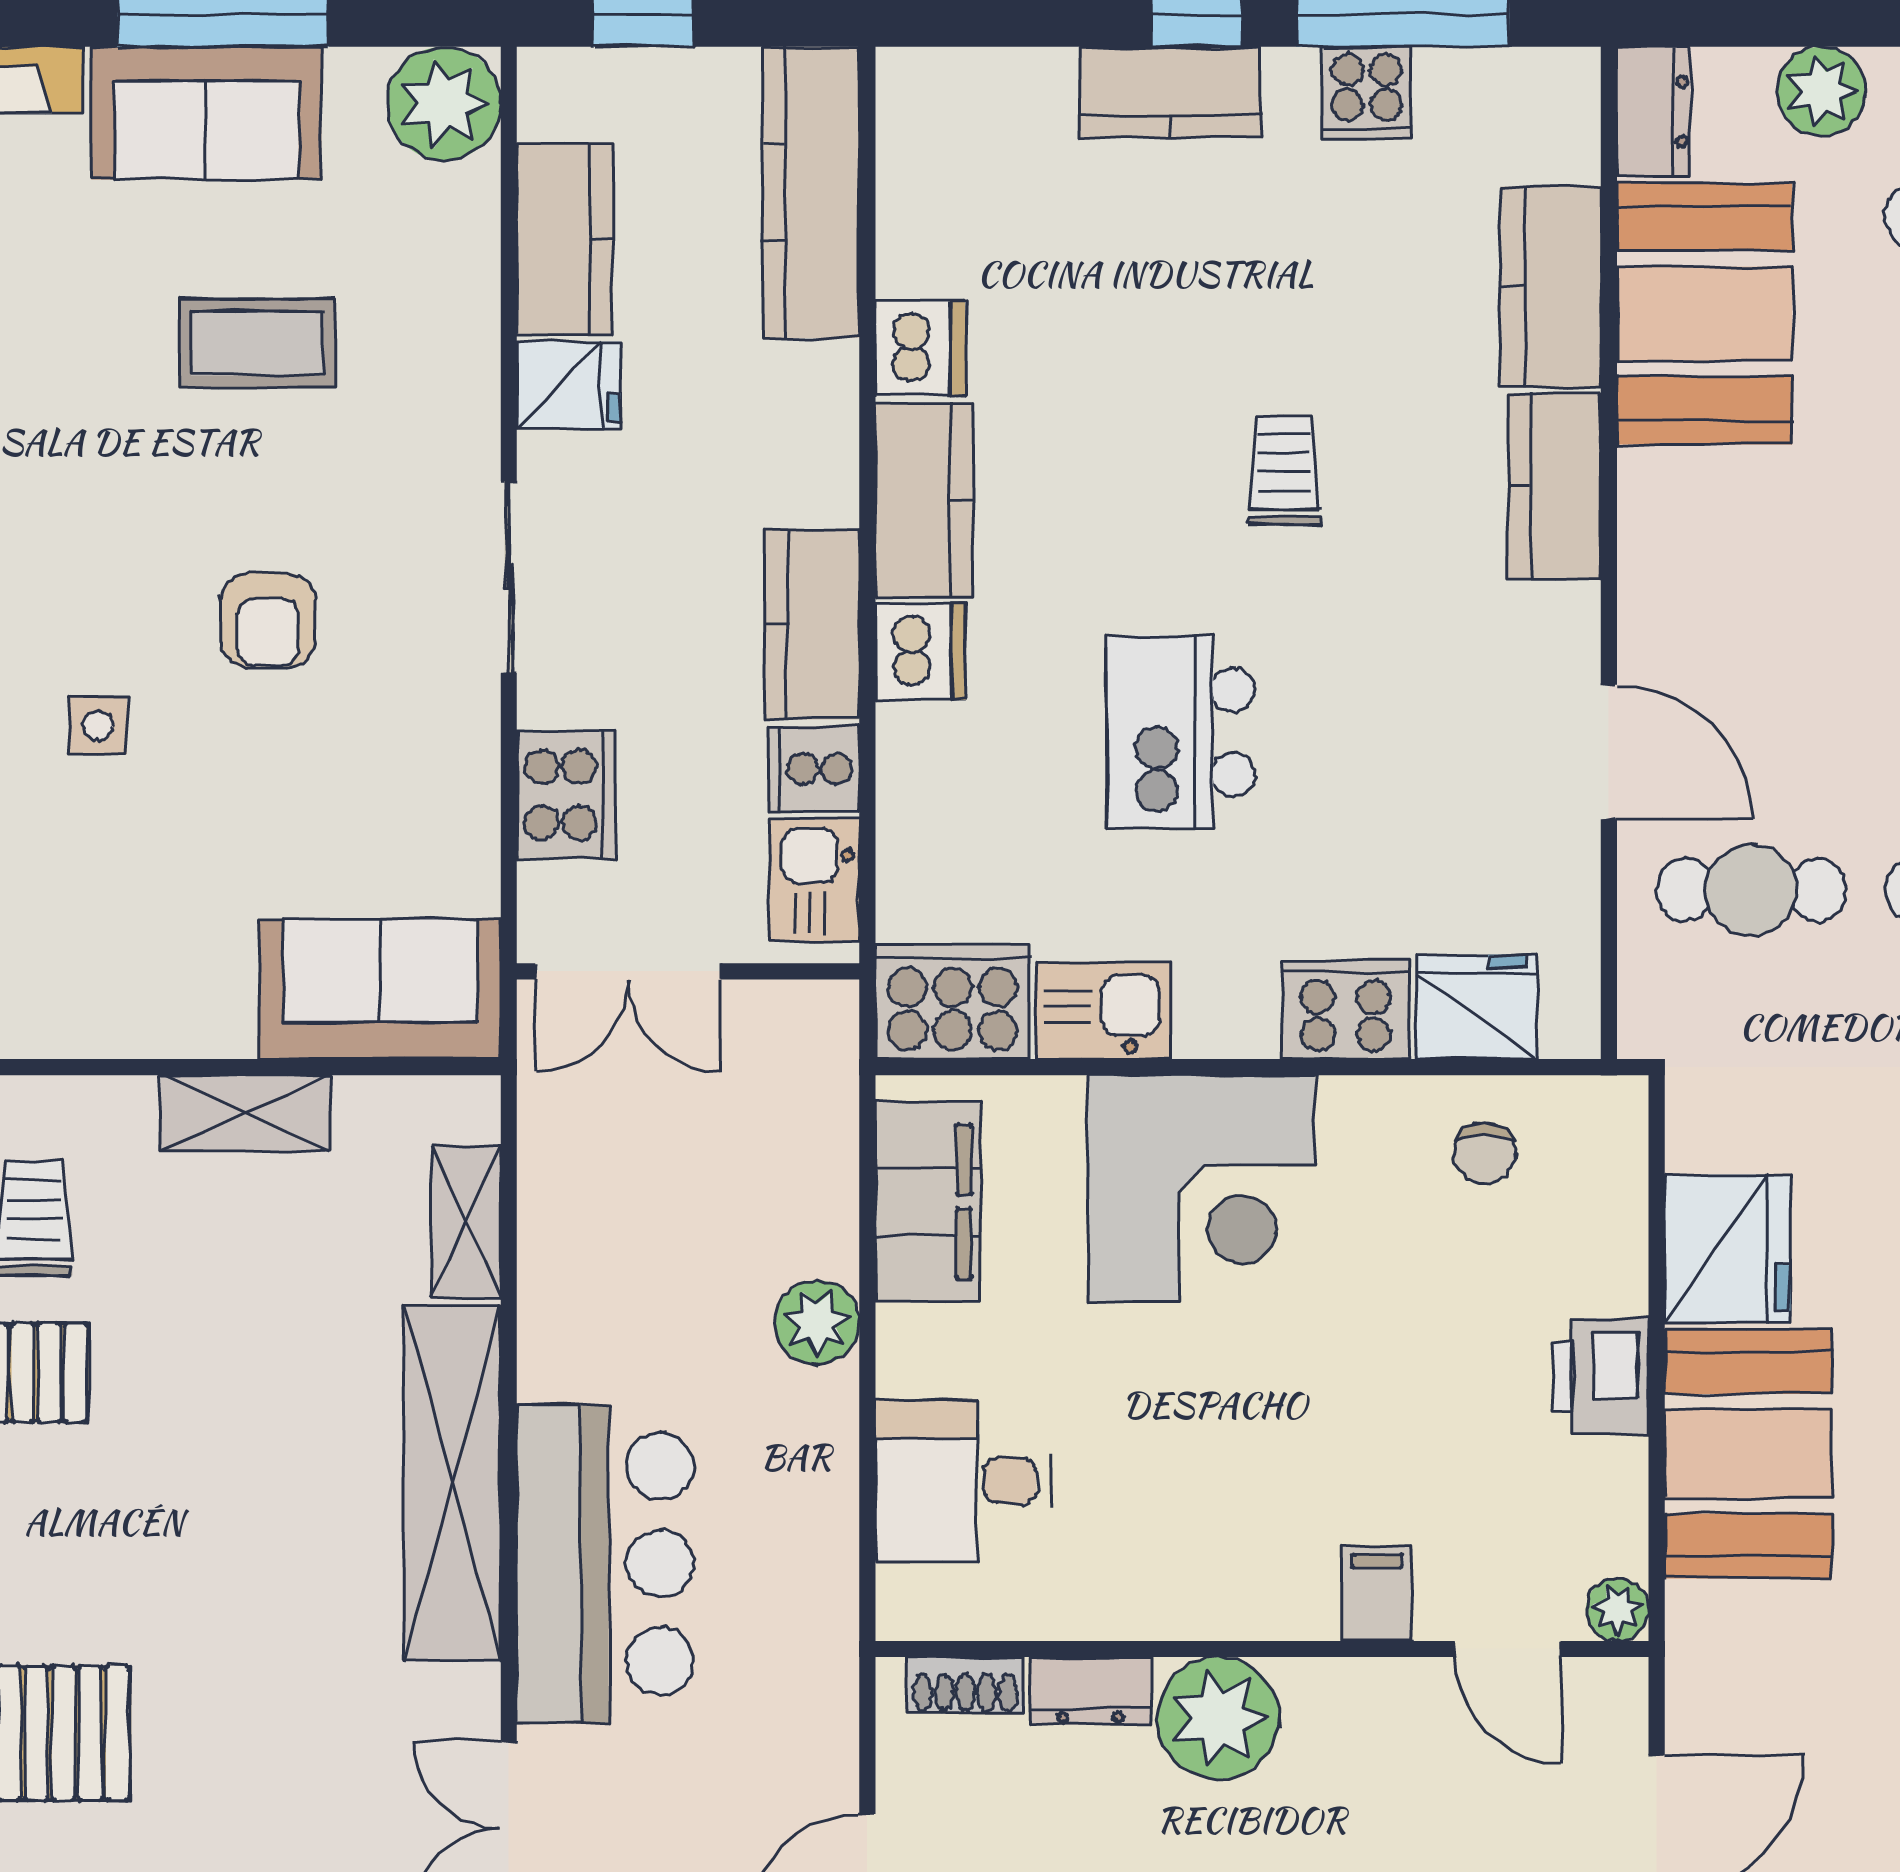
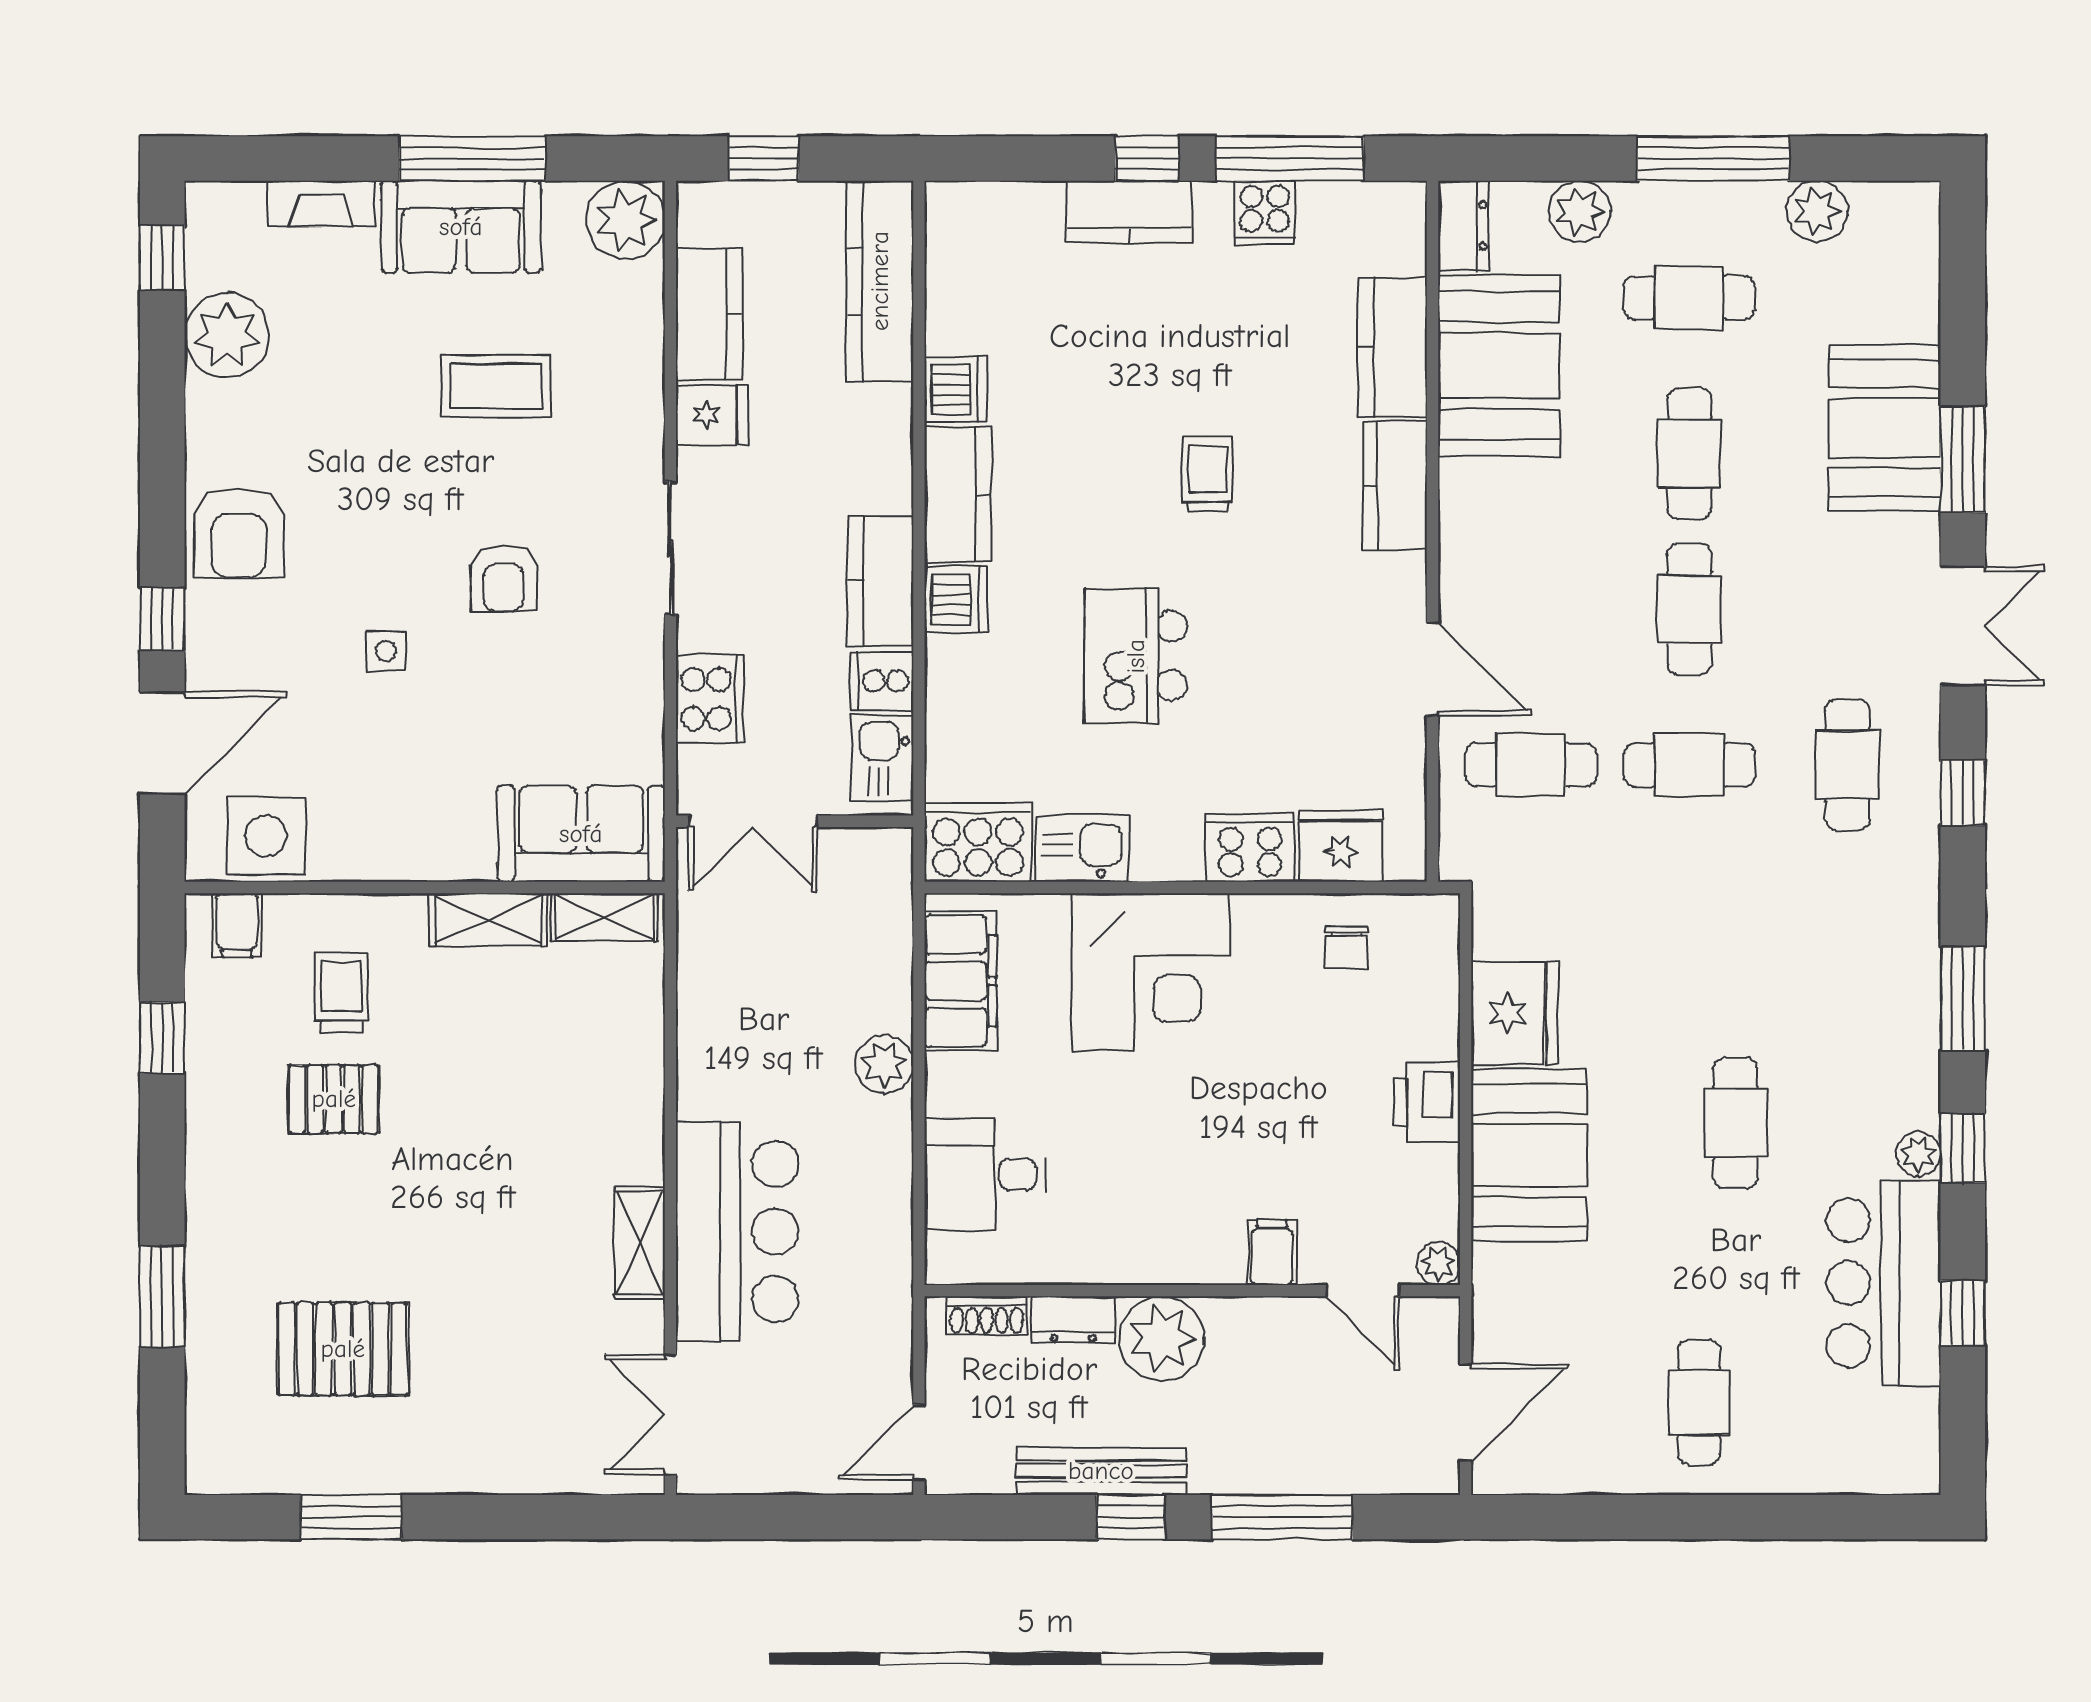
shelving: (466, 1222) -> (604, 917), moved, turned 90
shelving: (452, 1483) -> (640, 1243), width x0.45, depth x0.75

